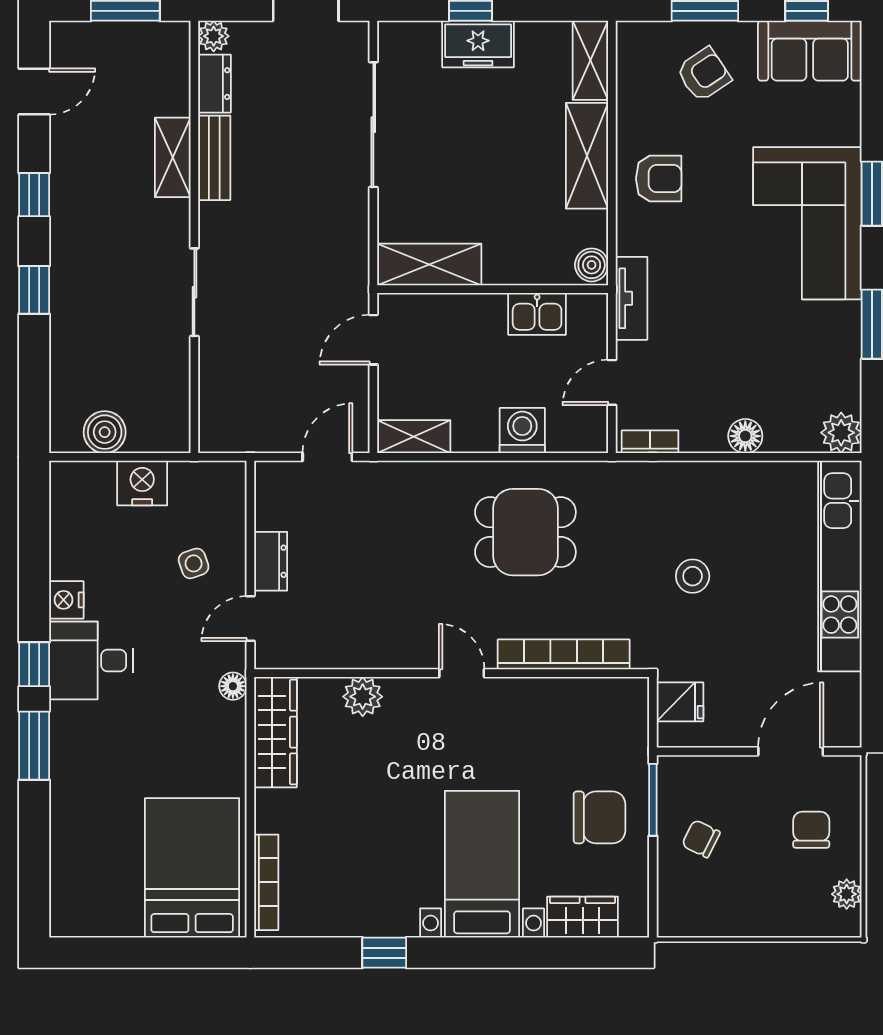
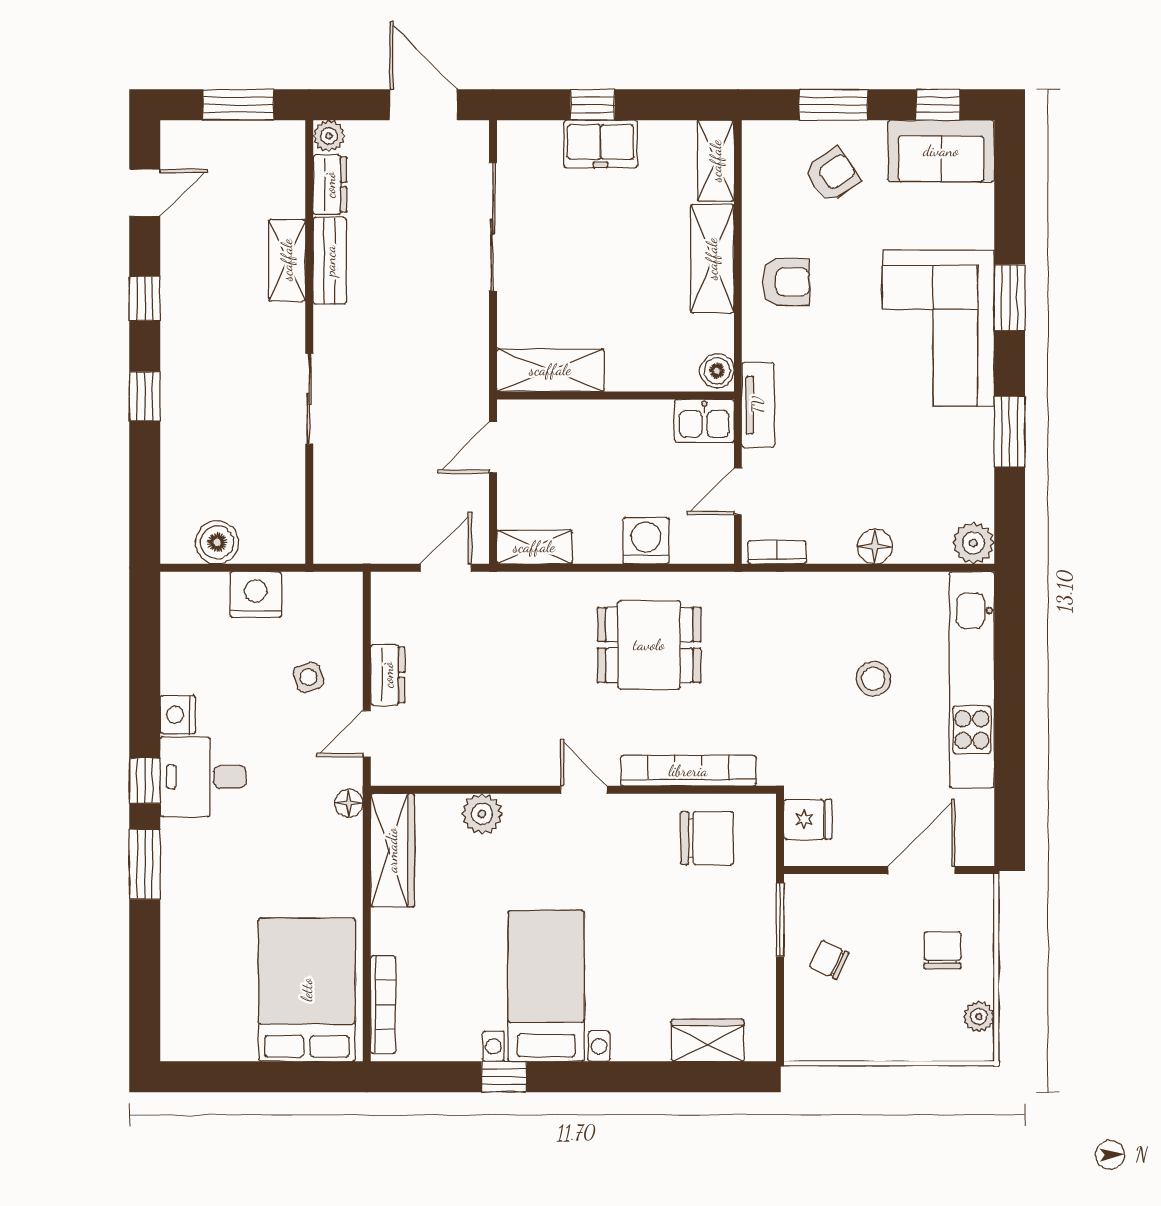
kitchen sink: (537, 314) -> (704, 421), moved
stool: (693, 576) -> (873, 679), moved
chair: (599, 817) -> (707, 838), moved
bed with nightstands: (482, 864) -> (546, 986), moved

